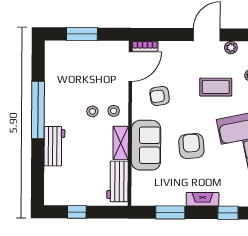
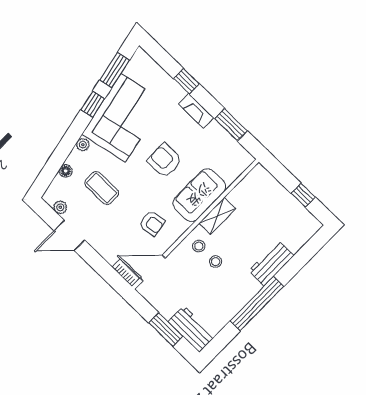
armchair: (191, 146) -> (165, 160), turned 95
workbench: (118, 181) -> (192, 329), moved, turned -90

